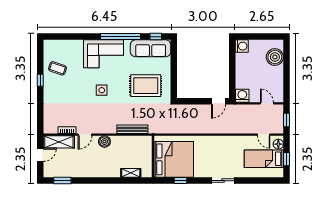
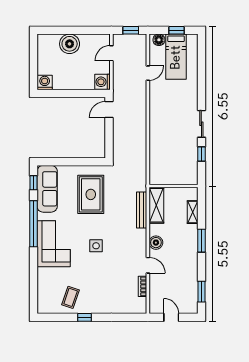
boiler: (275, 57) -> (70, 44), moved
door: (218, 101) -> (109, 110), swing flipped
door: (264, 135) -> (148, 73), moved
shelving: (59, 142) -> (156, 205), moved
bed: (174, 159) -> (177, 162), removed
window: (106, 181) -> (201, 241), added
sliding door: (223, 181) -> (201, 124), moved

